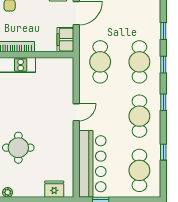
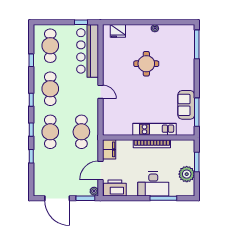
door: (76, 112) -> (100, 92), swing flipped

